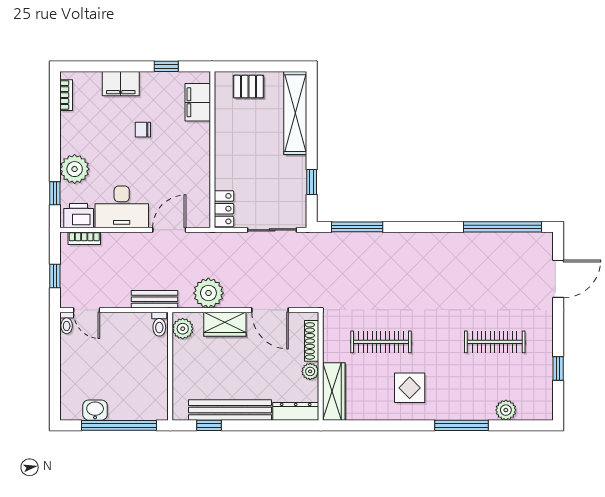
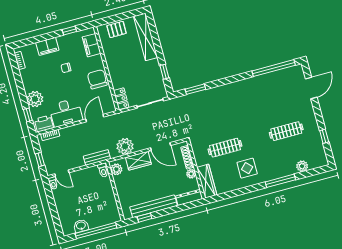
chair: (192, 164) -> (97, 79), added
window: (357, 227) -> (195, 89), width x0.69

